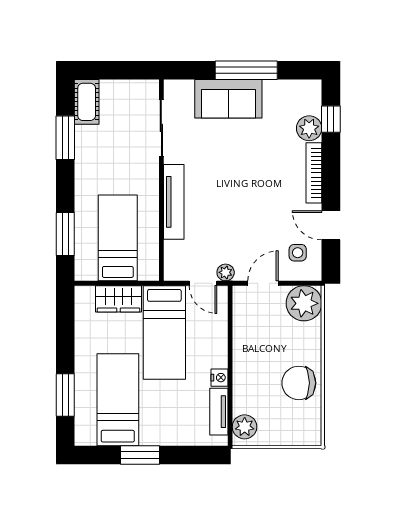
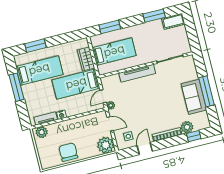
sofa: (228, 99) -> (194, 97), moved
window: (140, 455) -> (16, 87), width x1.44

